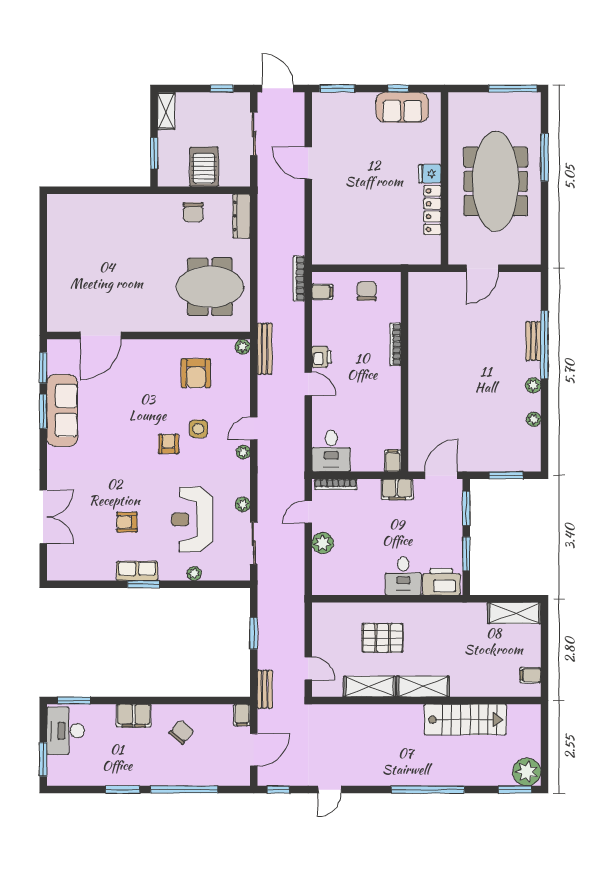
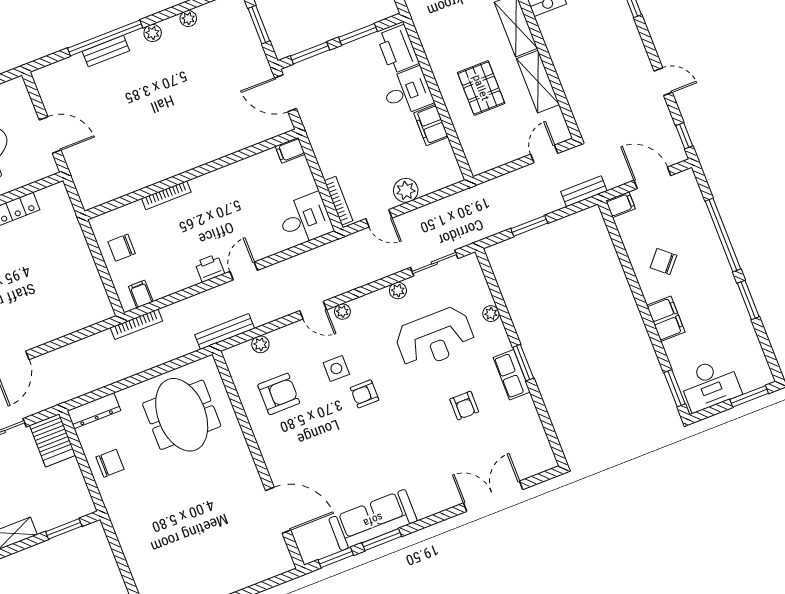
server rack: (204, 167) -> (53, 440), moved, turned -90
plant: (243, 347) -> (260, 344), moved
filing cabinet: (397, 489) -> (431, 125), moved, turned 180

